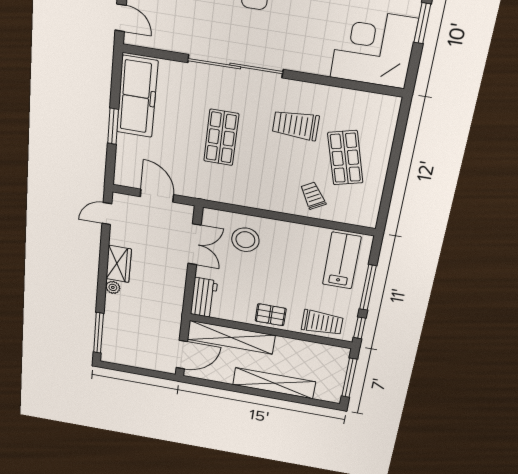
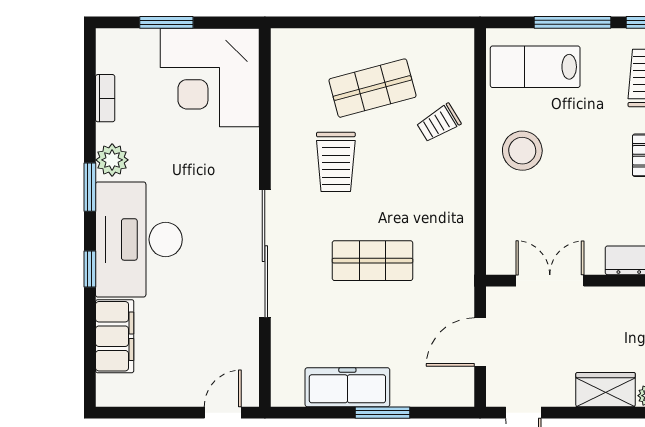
freezer: (137, 97) -> (347, 387), width x0.73, depth x0.79
stool: (245, 240) -> (522, 151), moved

